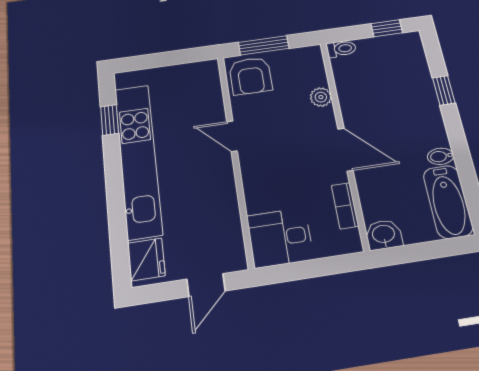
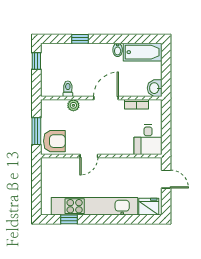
toilet: (341, 49) -> (68, 89), moved

